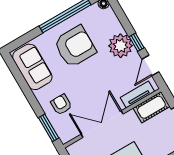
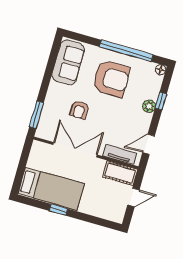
window: (137, 42) -> (161, 101), moved
plant: (120, 46) -> (149, 106), width x0.53, depth x0.53
armchair: (61, 104) -> (79, 110), moved, turned 180

